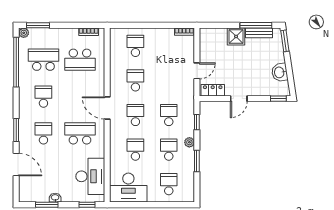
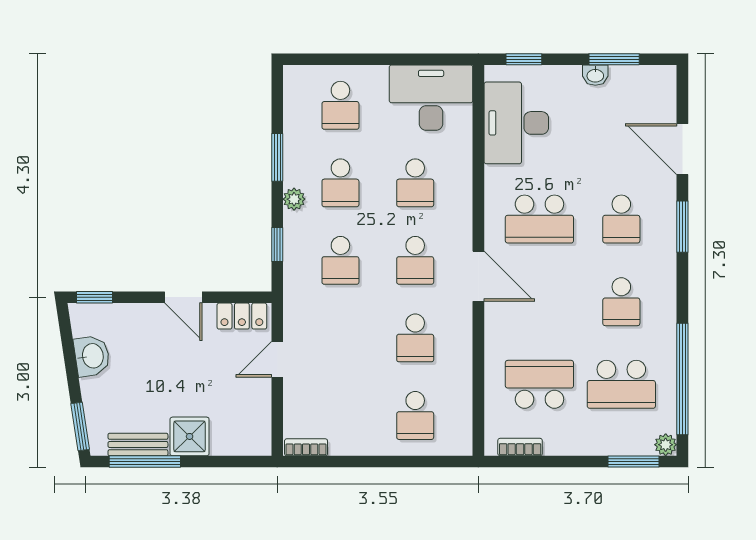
door: (239, 99) -> (183, 297), swing flipped

